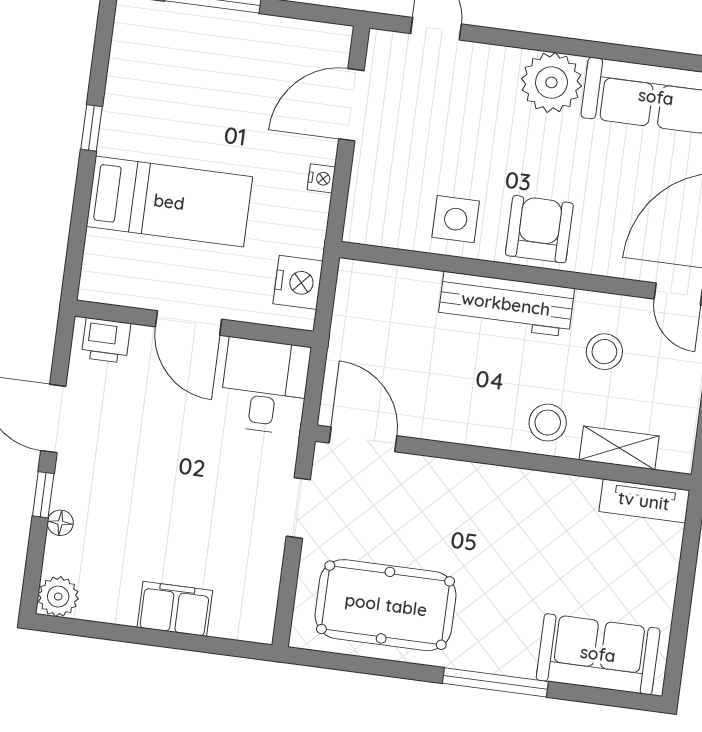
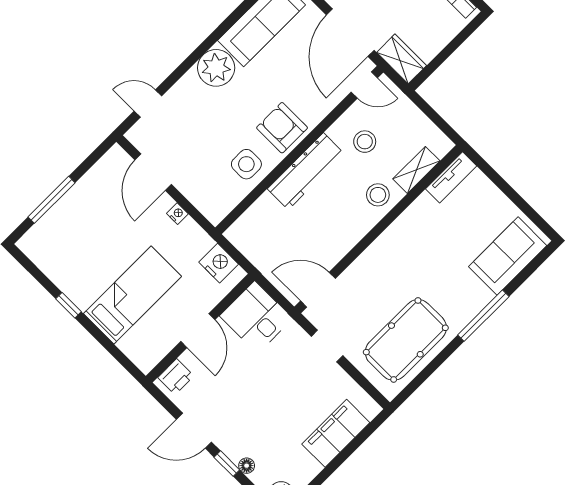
door: (189, 323) -> (198, 331), hinge flipped
filing cabinet: (175, 609) -> (336, 433), width x1.50, depth x1.17

